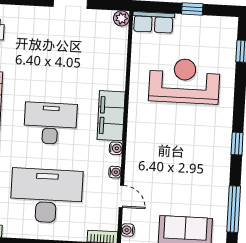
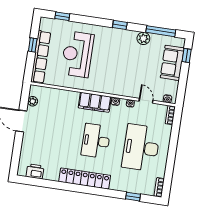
plant: (121, 18) -> (33, 101), moved
row of seats: (153, 22) -> (41, 57), width x2.02
plant: (219, 183) -> (143, 38), added
door: (121, 196) -> (146, 101), hinge flipped

